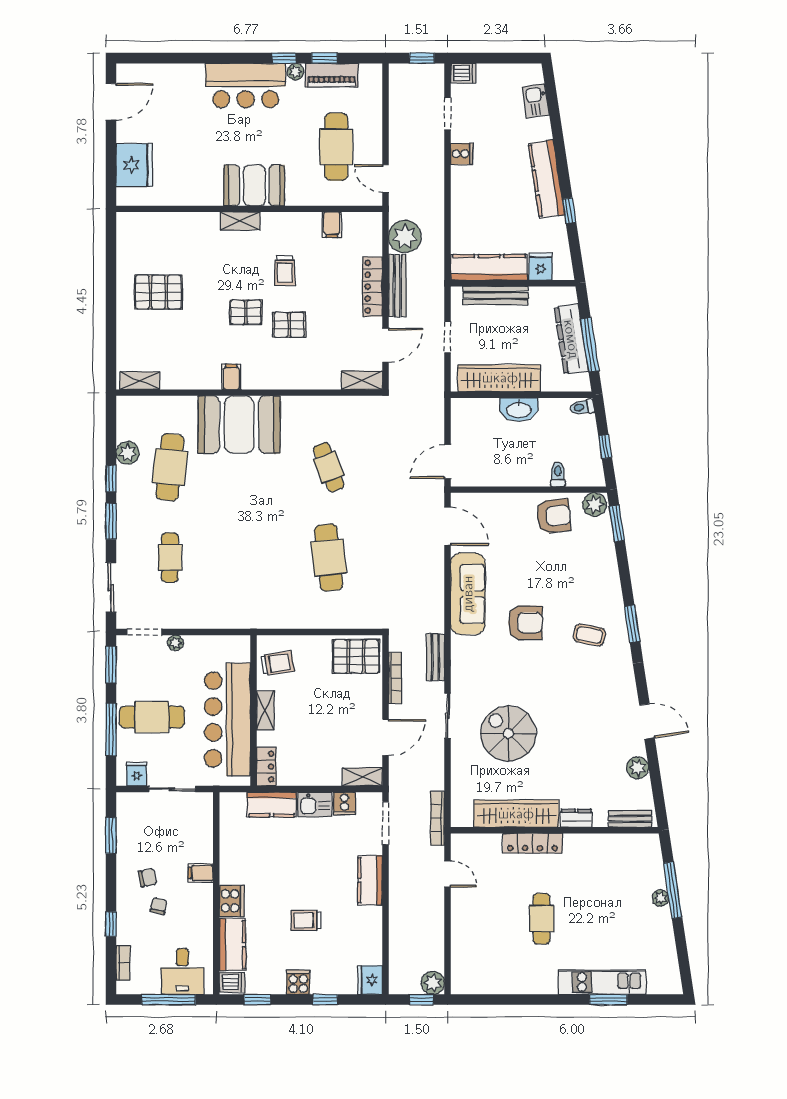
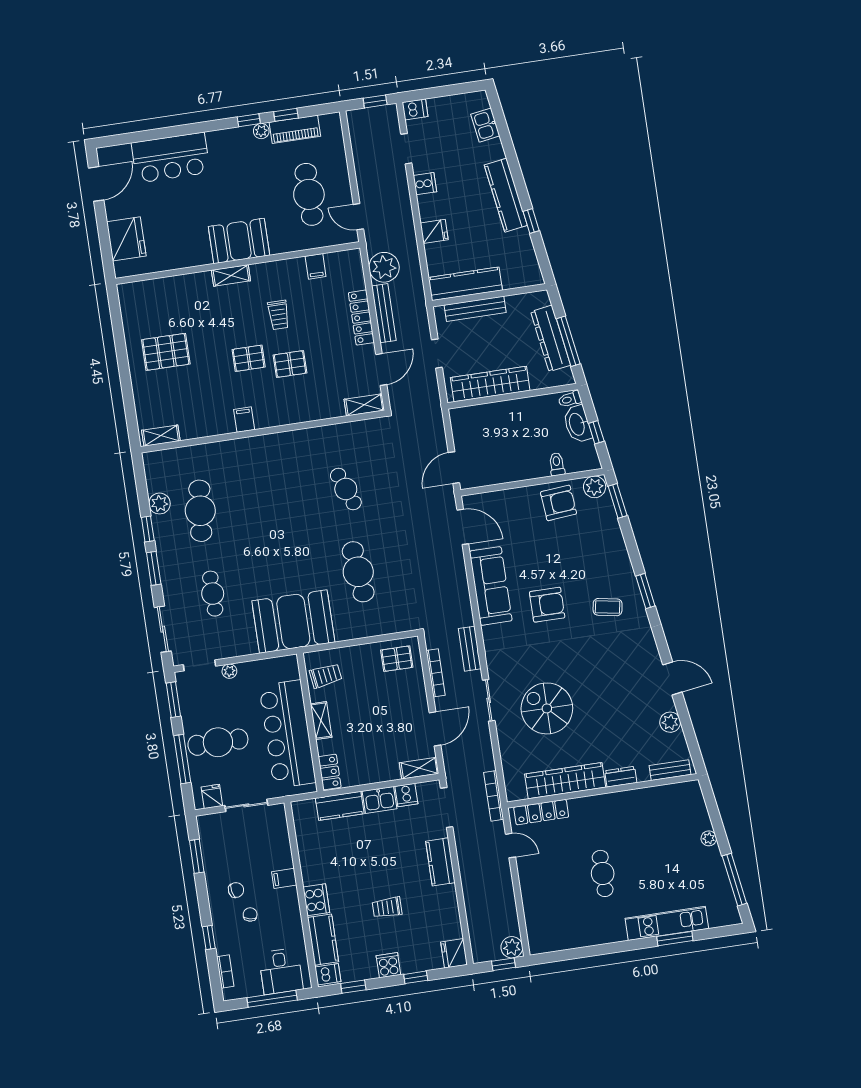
bar counter: (246, 85) -> (171, 158), moved
fridge: (541, 267) -> (434, 231), moved, turned 90
washbasin: (519, 410) -> (577, 424), moved, turned 81
booth: (239, 424) -> (293, 621), moved
pallet: (356, 656) -> (397, 659), width x0.67, depth x0.71
locker: (533, 843) -> (541, 812), moved
window: (673, 890) -> (734, 880), moved

